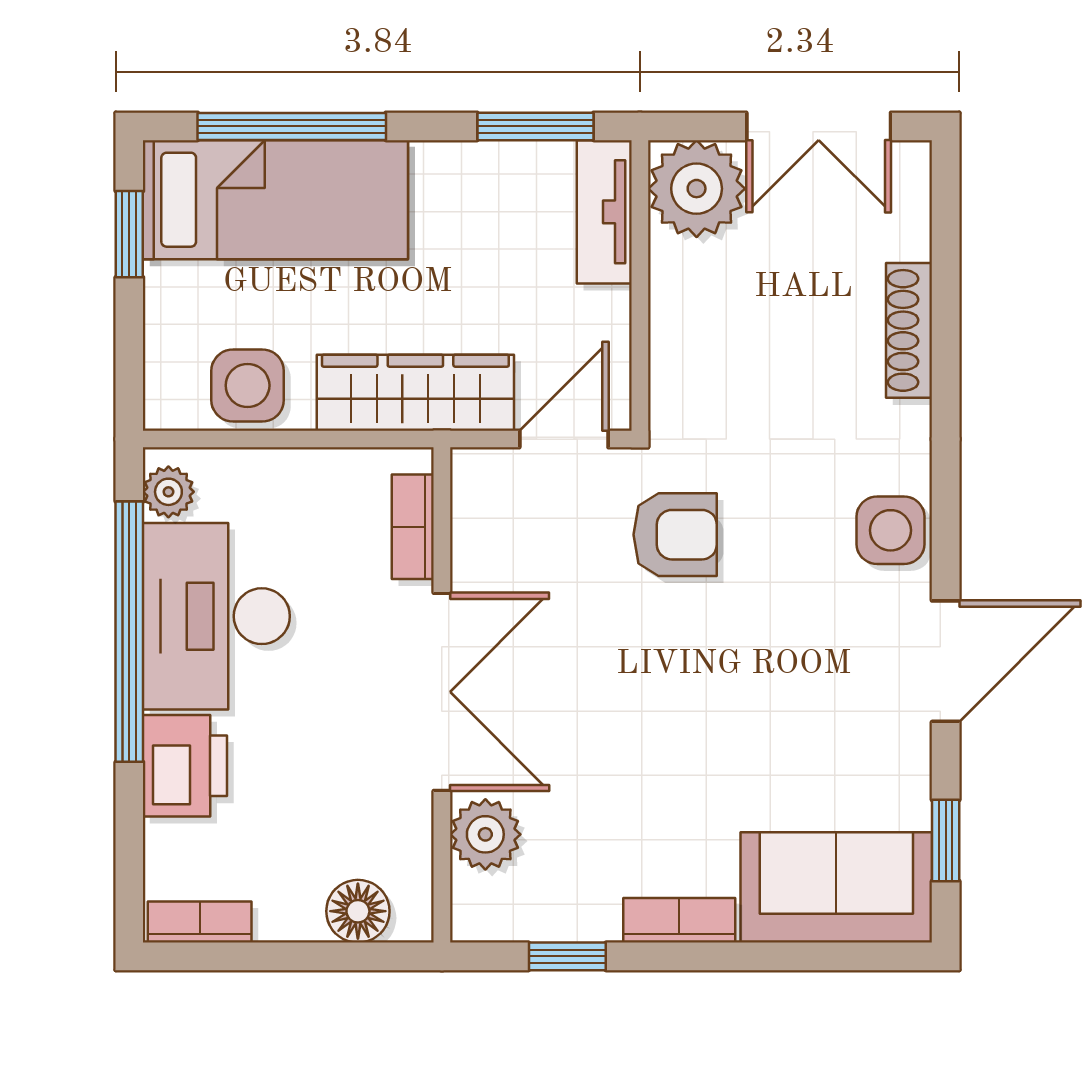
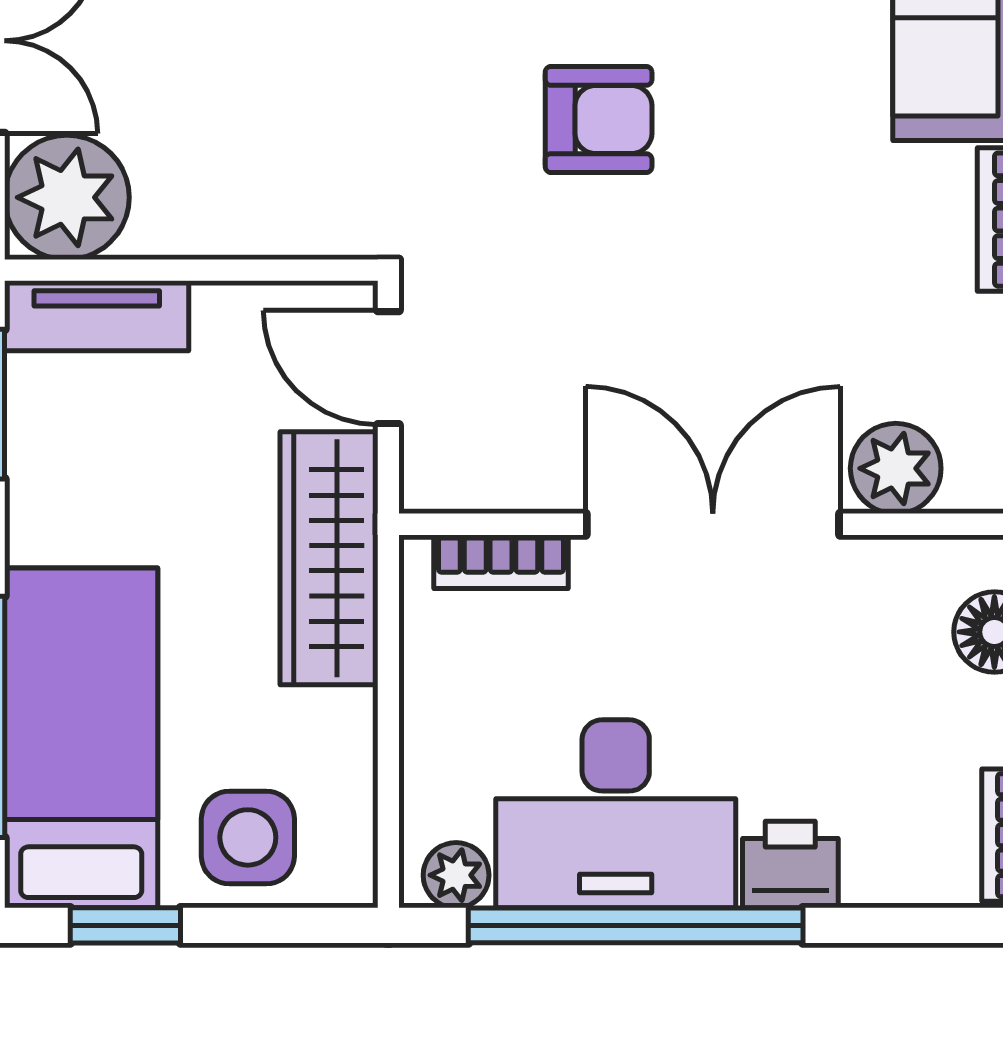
side table: (248, 385) -> (248, 837), moved
armchair: (675, 535) -> (599, 119), moved, turned 90
printer: (185, 766) -> (790, 865), width x0.73, depth x0.81

